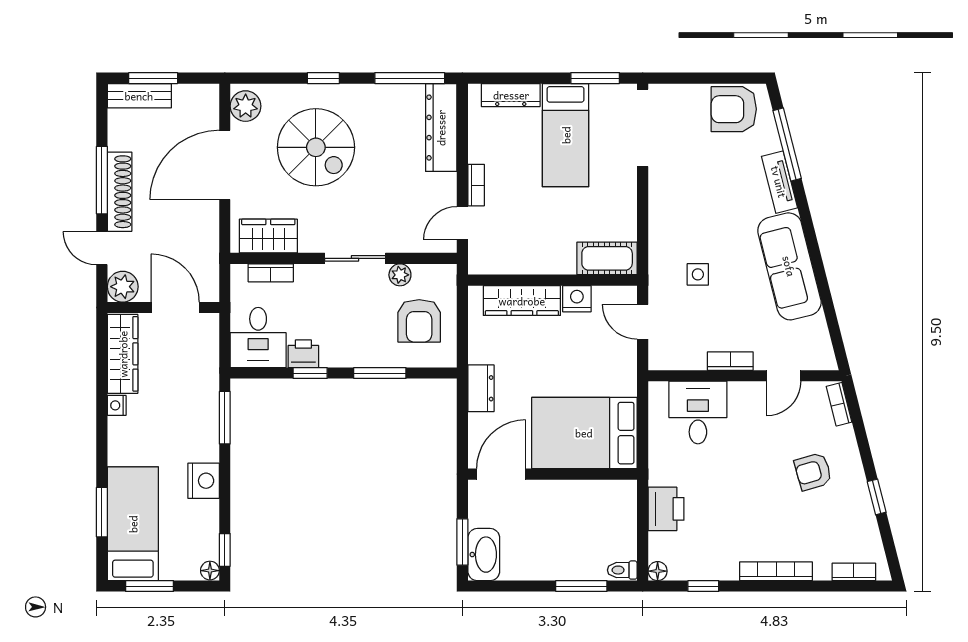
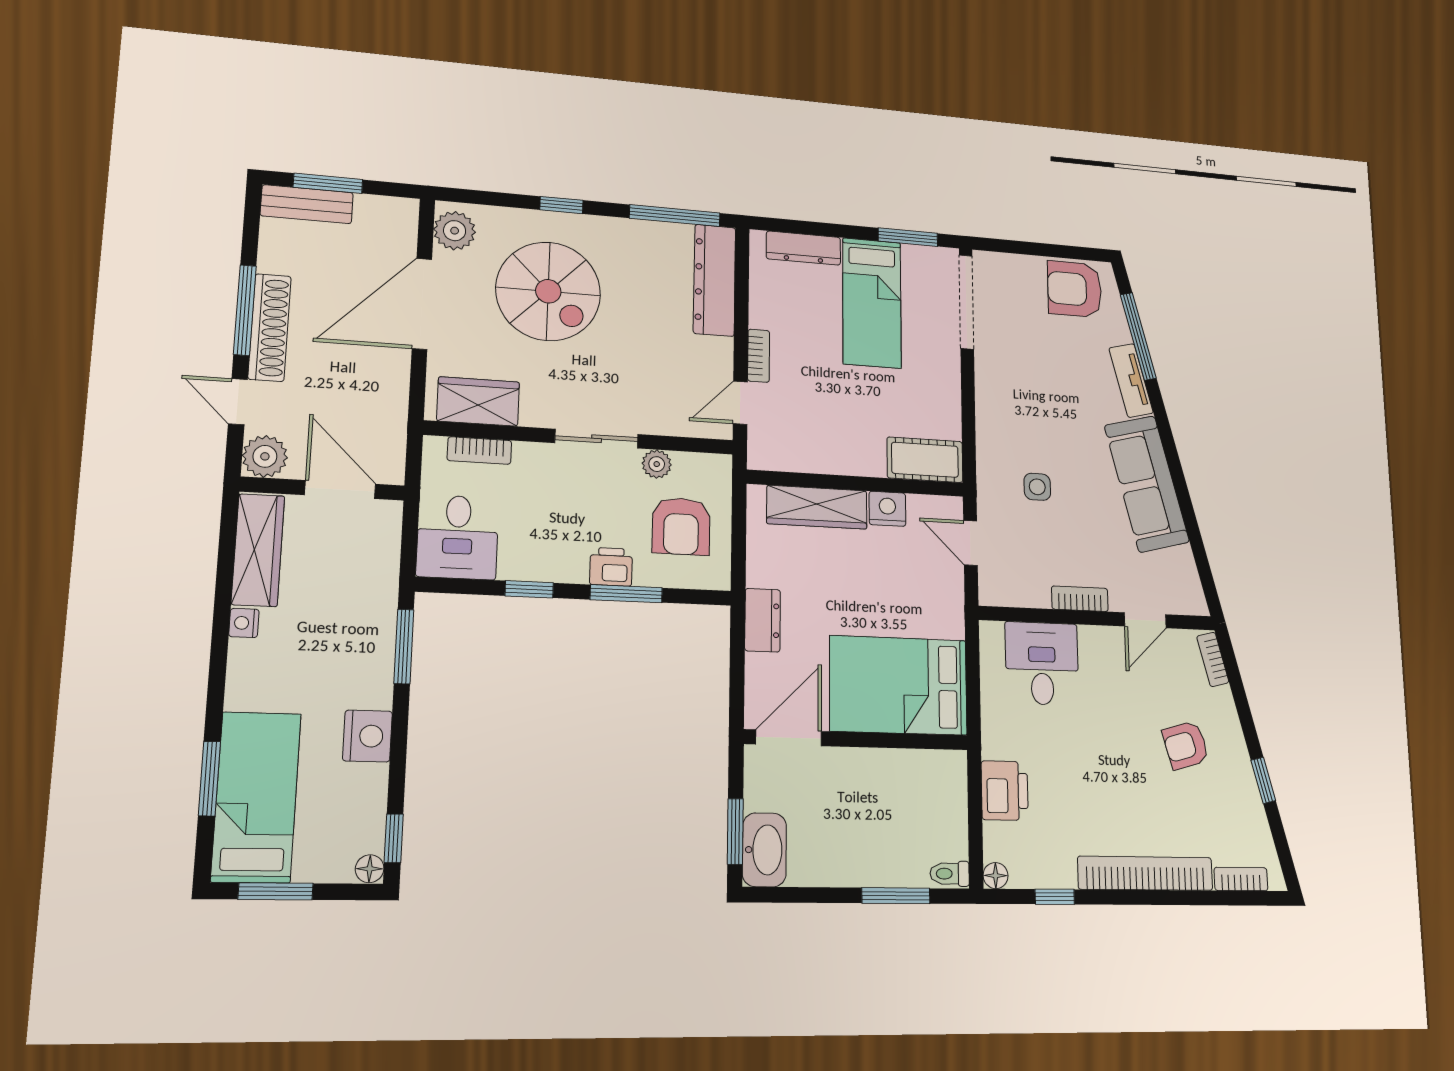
printer: (303, 354) -> (611, 567), moved
bookcase: (776, 571) -> (1145, 873), width x1.48, depth x1.31

